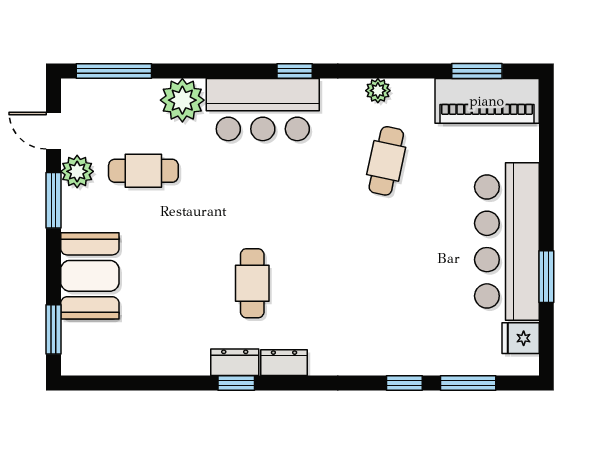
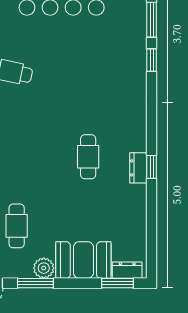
plant: (77, 171) -> (44, 268), moved
cafe table: (252, 283) -> (88, 157), turned 90
dresser: (284, 363) -> (127, 270), moved, turned 90

